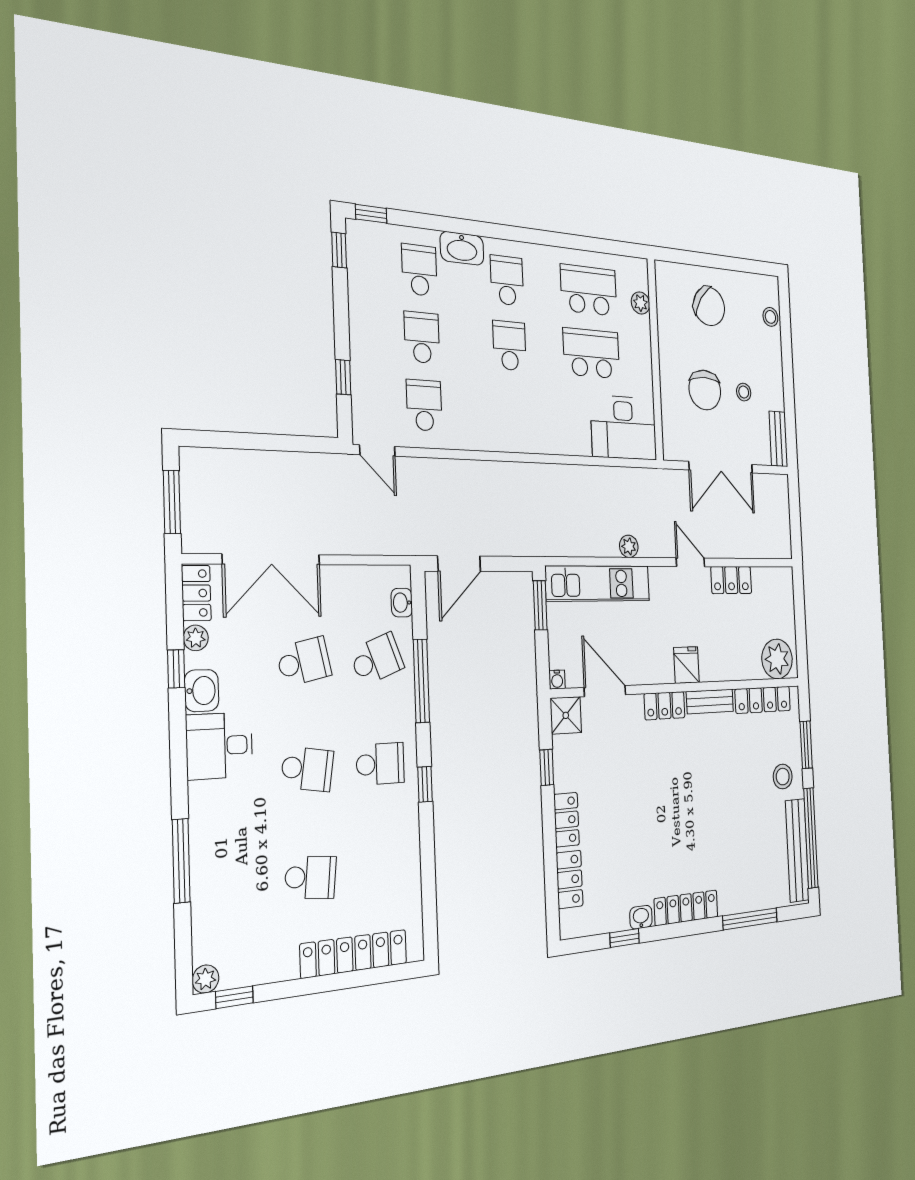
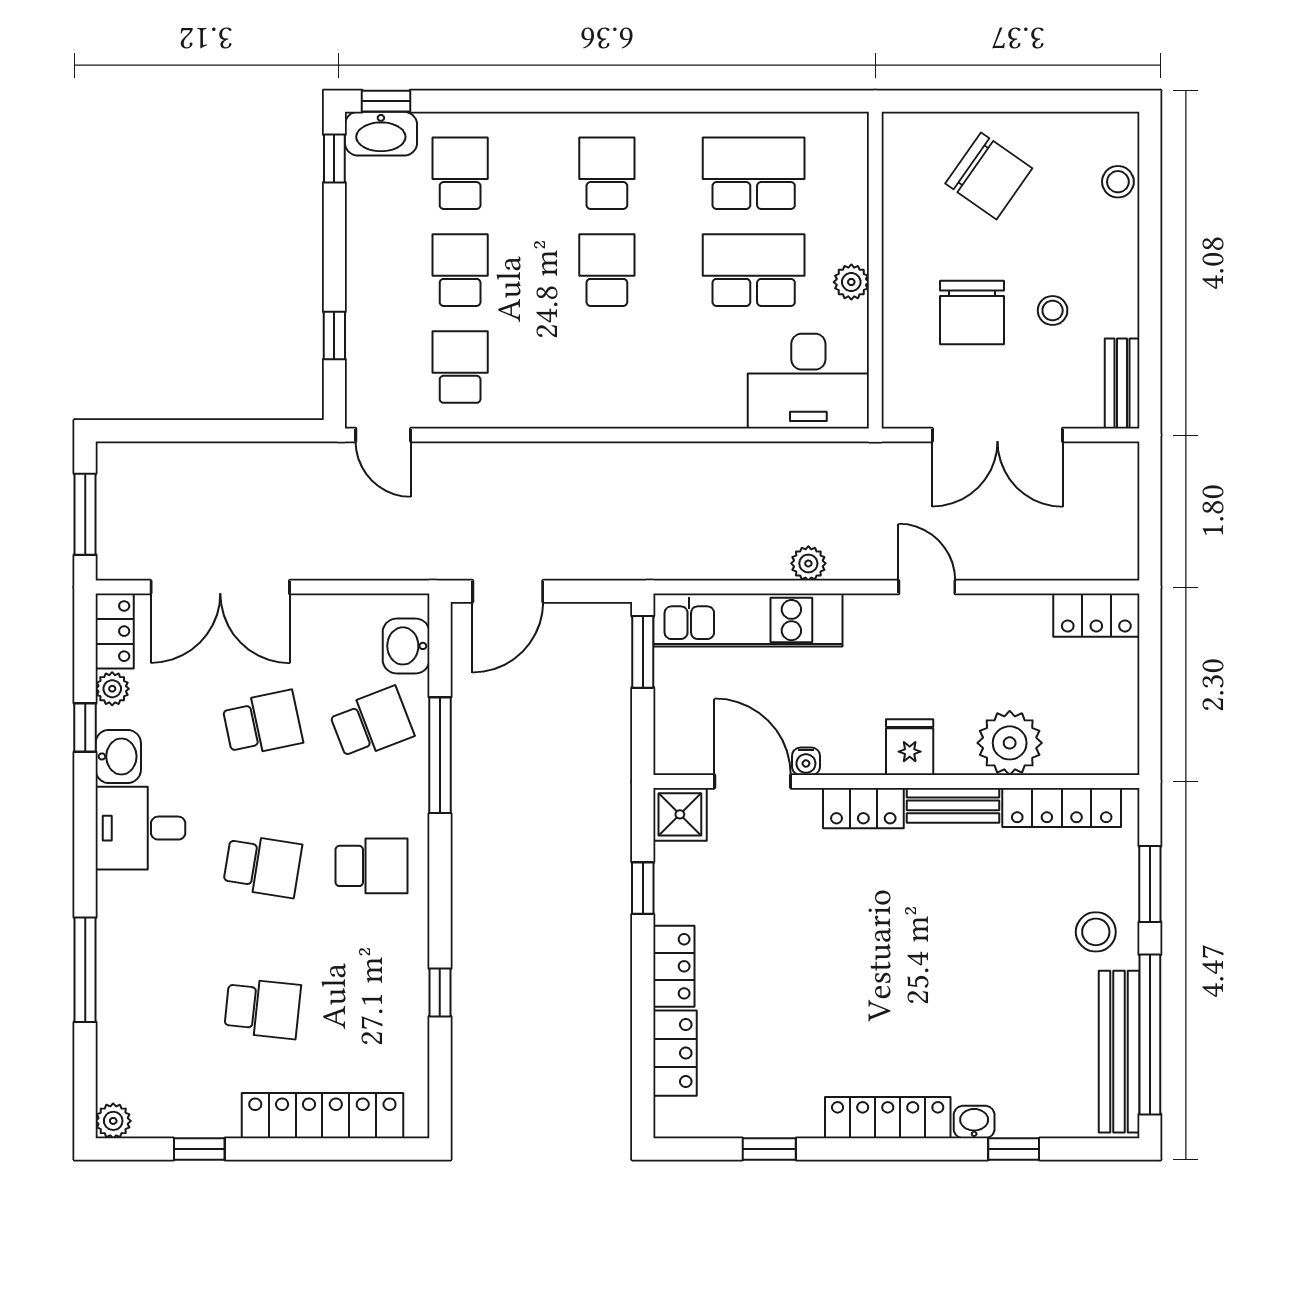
washbasin: (462, 248) -> (381, 134), moved
plant: (640, 303) -> (851, 282), moved
locker: (731, 580) -> (1096, 615), moved
washbasin: (402, 603) -> (406, 646), width x1.38, depth x1.45
plant: (777, 659) -> (1010, 743), moved
water cooler: (557, 680) -> (806, 761), moved
window: (425, 784) -> (440, 992), moved
washbasin: (641, 917) -> (974, 1122), moved
window: (750, 919) -> (1014, 1149), width x0.46
window: (234, 997) -> (199, 1149), moved

